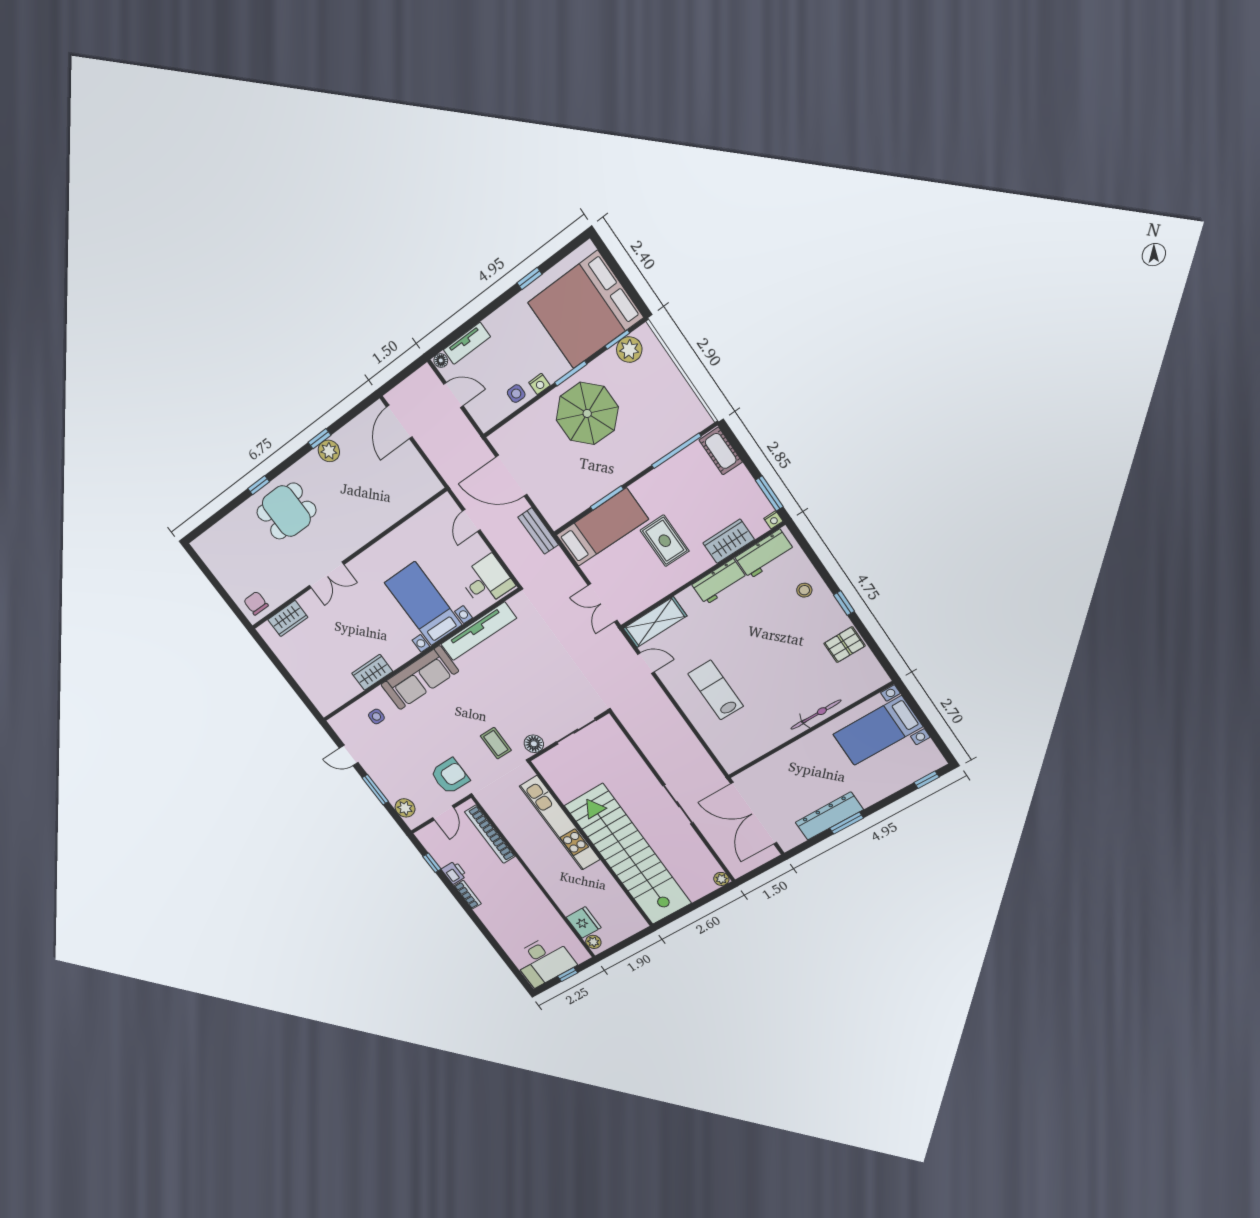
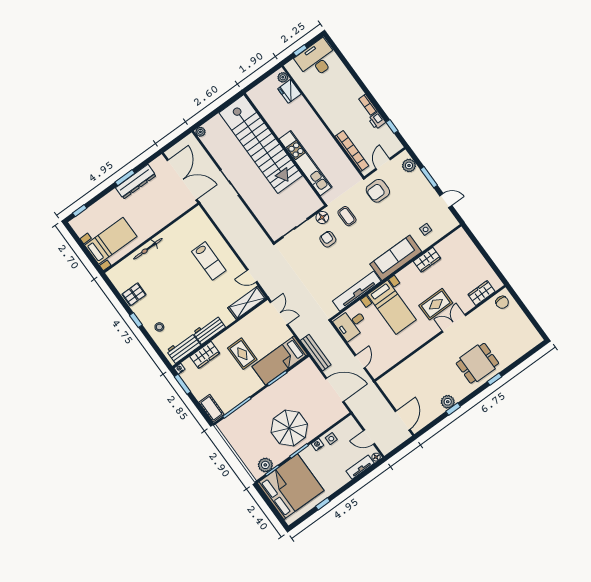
bench: (538, 531) -> (316, 353), width x1.36
rug: (356, 605) -> (436, 304), added
armchair: (525, 711) -> (328, 239), added

